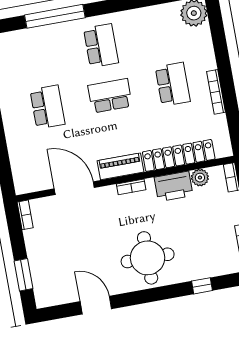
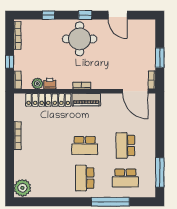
school desk: (173, 84) -> (125, 178), moved, turned -90
printer: (174, 186) -> (50, 84), width x0.53, depth x0.68
door: (74, 188) -> (135, 91), moved
window: (23, 275) -> (160, 58), moved
window: (145, 296) -> (85, 15), added

